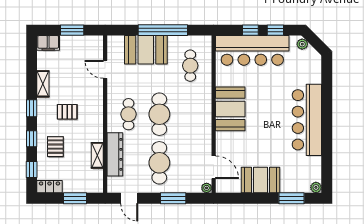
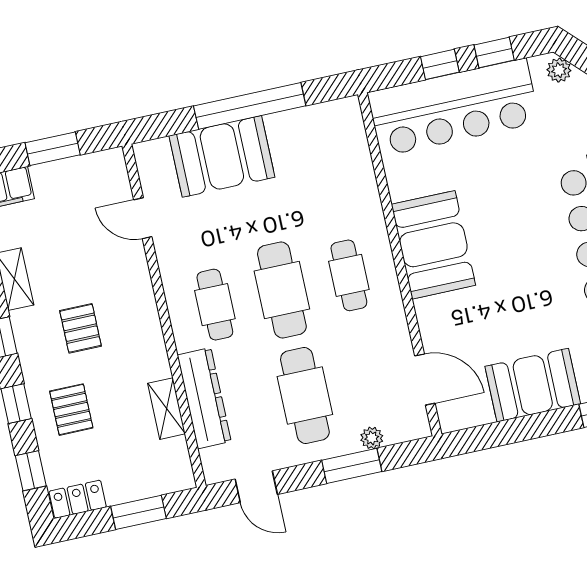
cafe table: (190, 66) -> (349, 275), moved
pallet: (67, 112) -> (81, 328), turned 90
plant: (207, 188) -> (372, 438), moved

